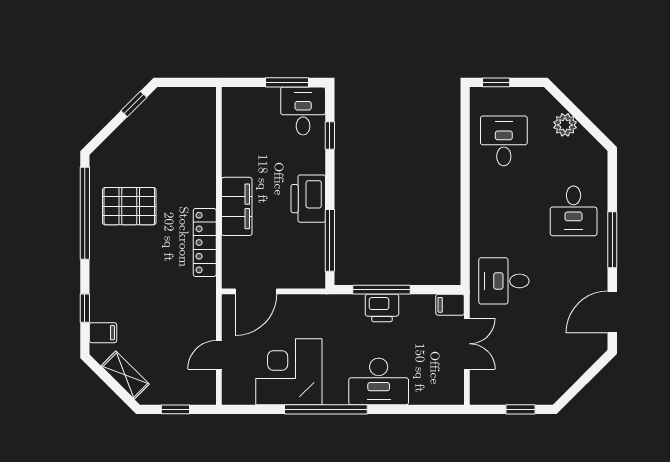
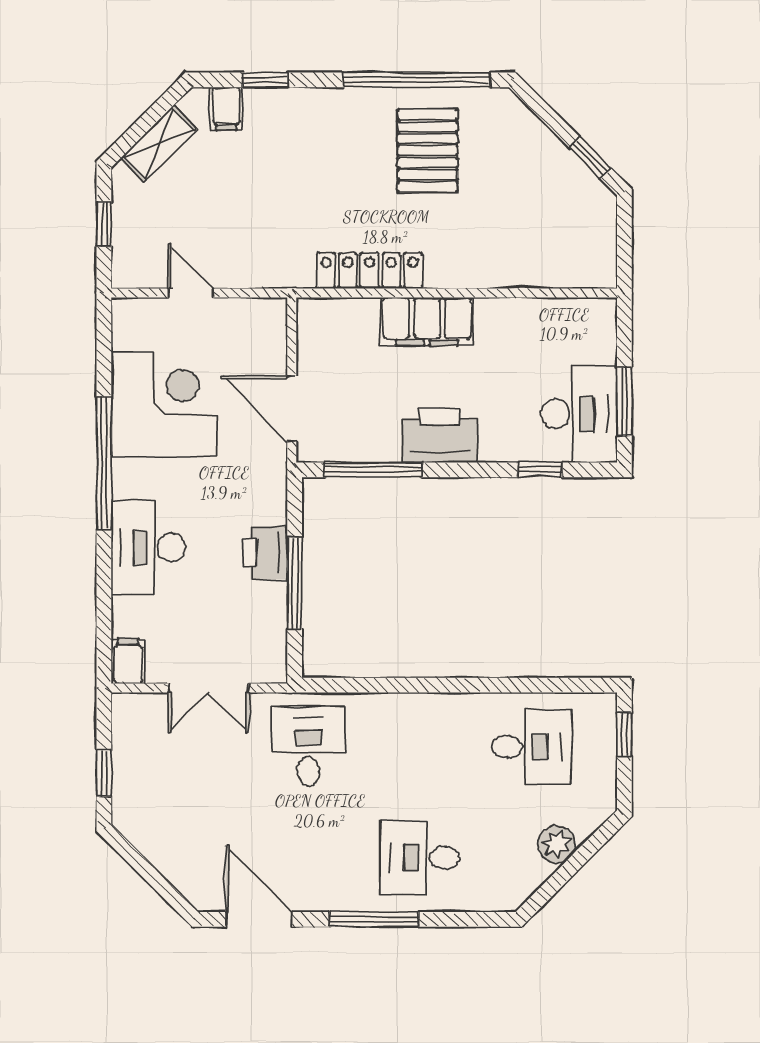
desk: (303, 111) -> (579, 414), width x1.37
window: (381, 290) -> (295, 583), moved
door: (256, 291) -> (292, 409), moved
filing cabinet: (450, 305) -> (128, 661), moved

